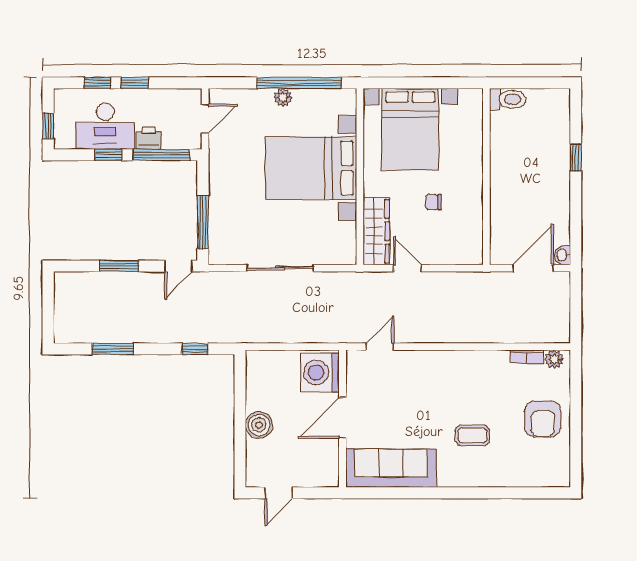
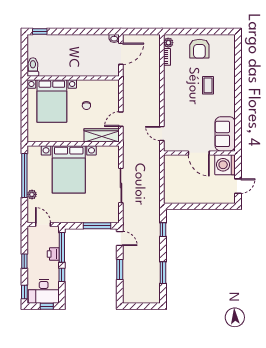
window: (97, 83) -> (24, 292), moved
plant: (283, 97) -> (32, 194), moved
desk: (105, 126) -> (44, 291), moved, turned 90
bed with nightstands: (410, 129) -> (52, 101), moved, turned 90
window: (576, 158) -> (40, 31), moved
door: (533, 268) -> (121, 54), swing flipped
washing machine: (320, 373) -> (225, 165), moved, turned 90
armchair: (543, 419) -> (199, 49), turned 90
boiler: (259, 425) -> (203, 196), removed
sofa: (391, 468) -> (225, 134), width x0.73
door: (279, 493) -> (238, 186), hinge flipped

